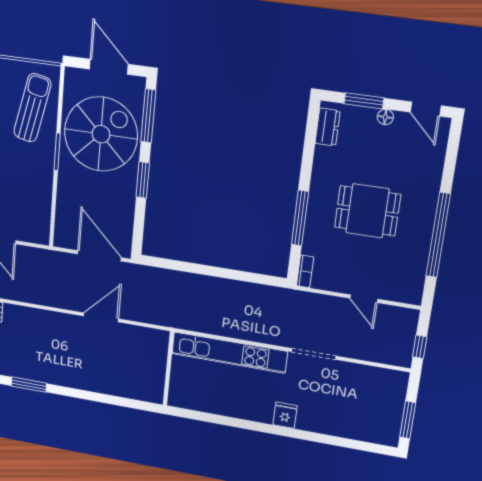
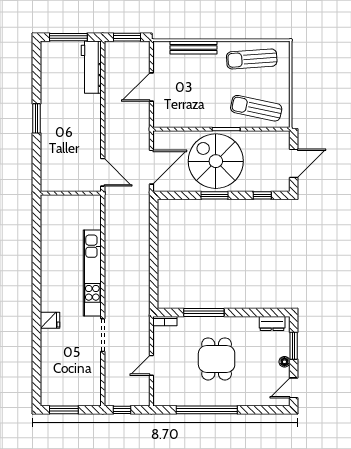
sun lounger: (32, 108) -> (256, 108), turned 180
window: (148, 116) -> (262, 195), width x0.46
spiral stairs: (101, 134) -> (216, 161), moved, turned 180
wall: (168, 369) -> (71, 193), moved

